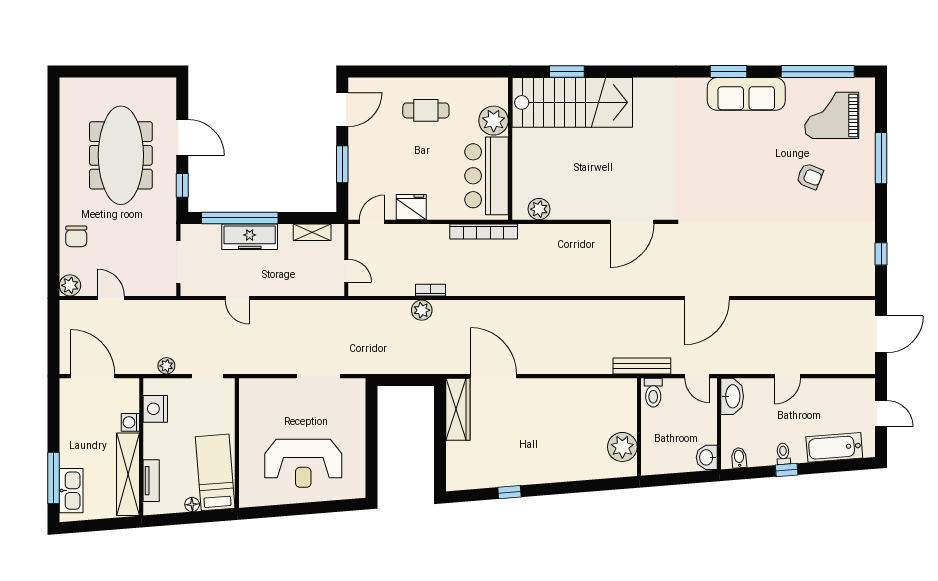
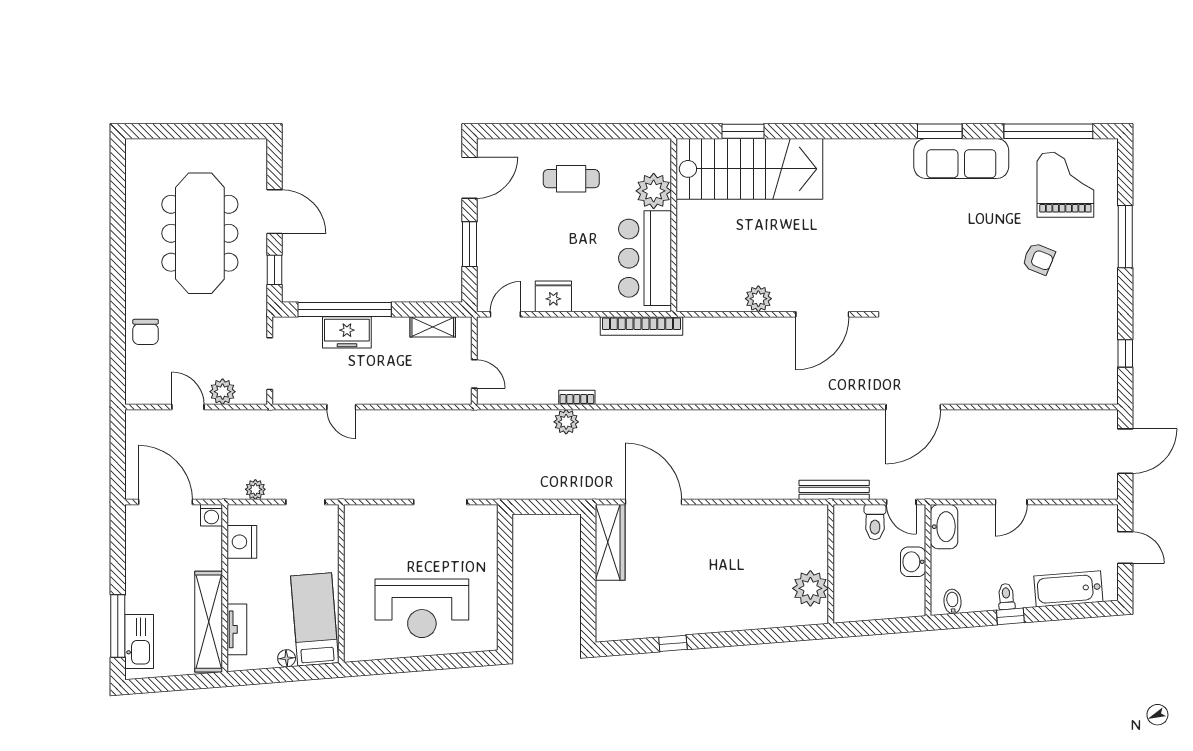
grand piano: (832, 115) -> (1065, 185), turned 90
plant: (539, 209) -> (758, 299), moved
freezer: (250, 237) -> (347, 332), width x0.71
plant: (70, 285) -> (223, 392), moved
toilet: (653, 393) -> (875, 522), moved
washing machine: (130, 422) -> (211, 515), moved, turned -90
washbasin: (707, 457) -> (913, 562), moved

